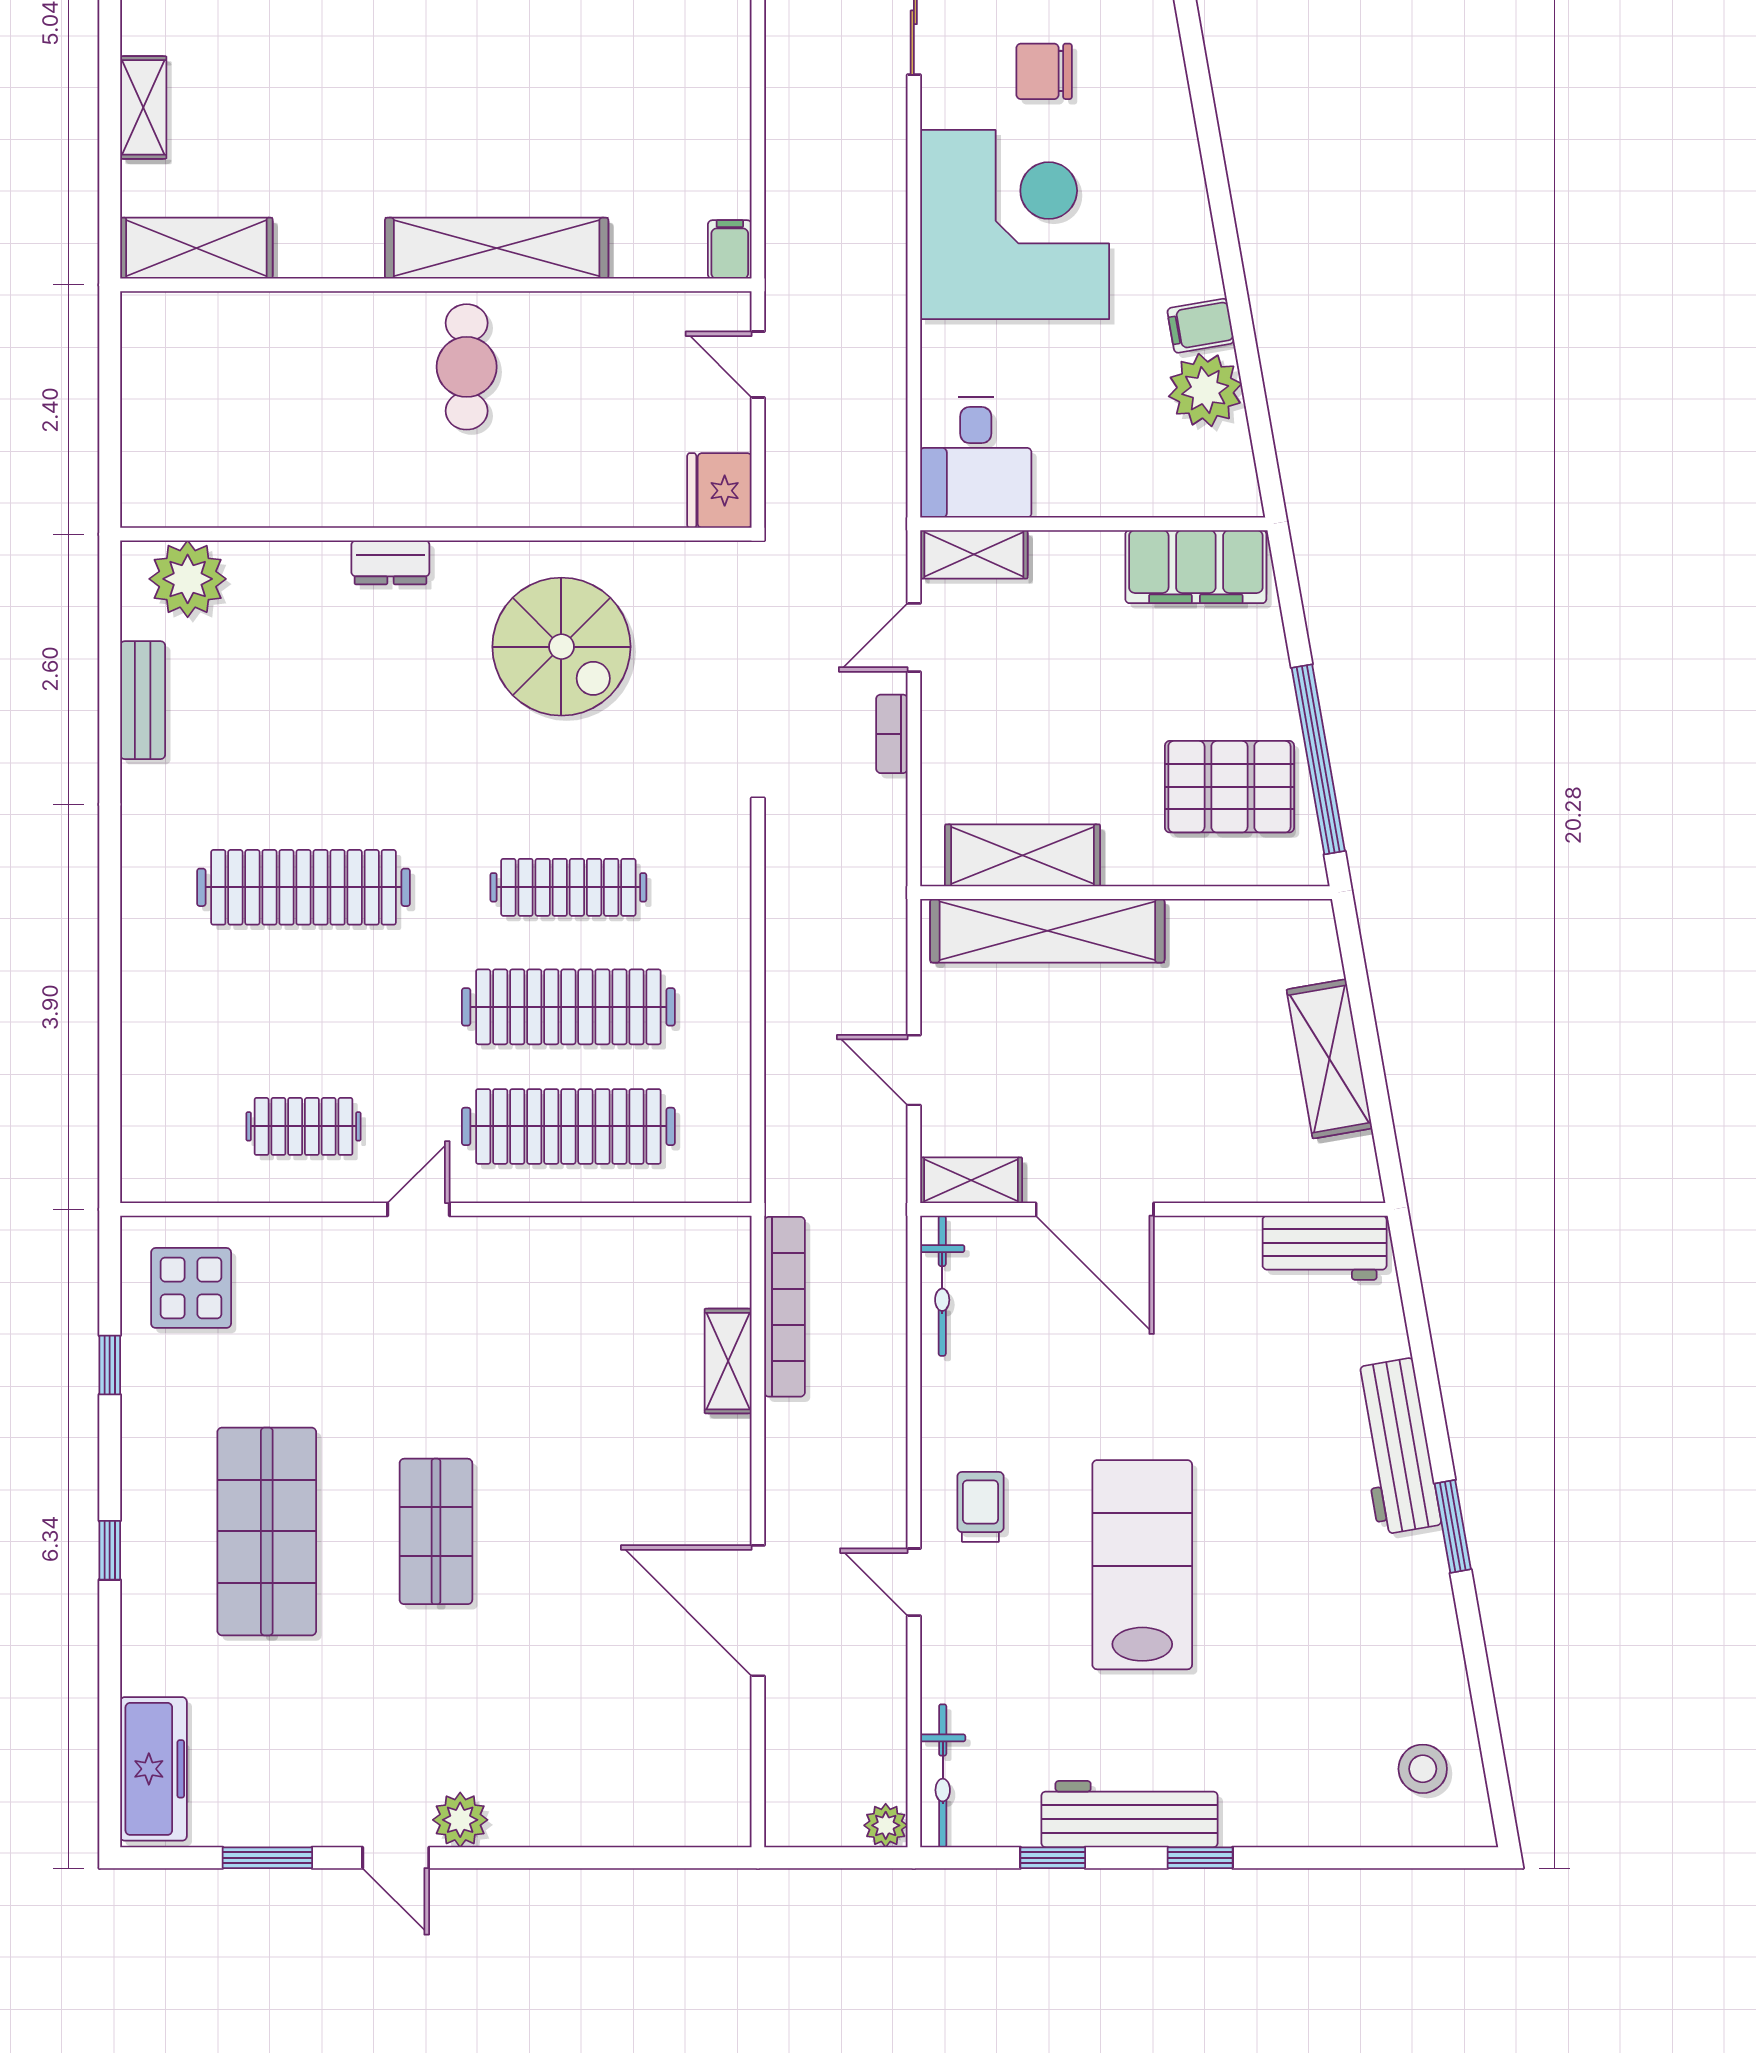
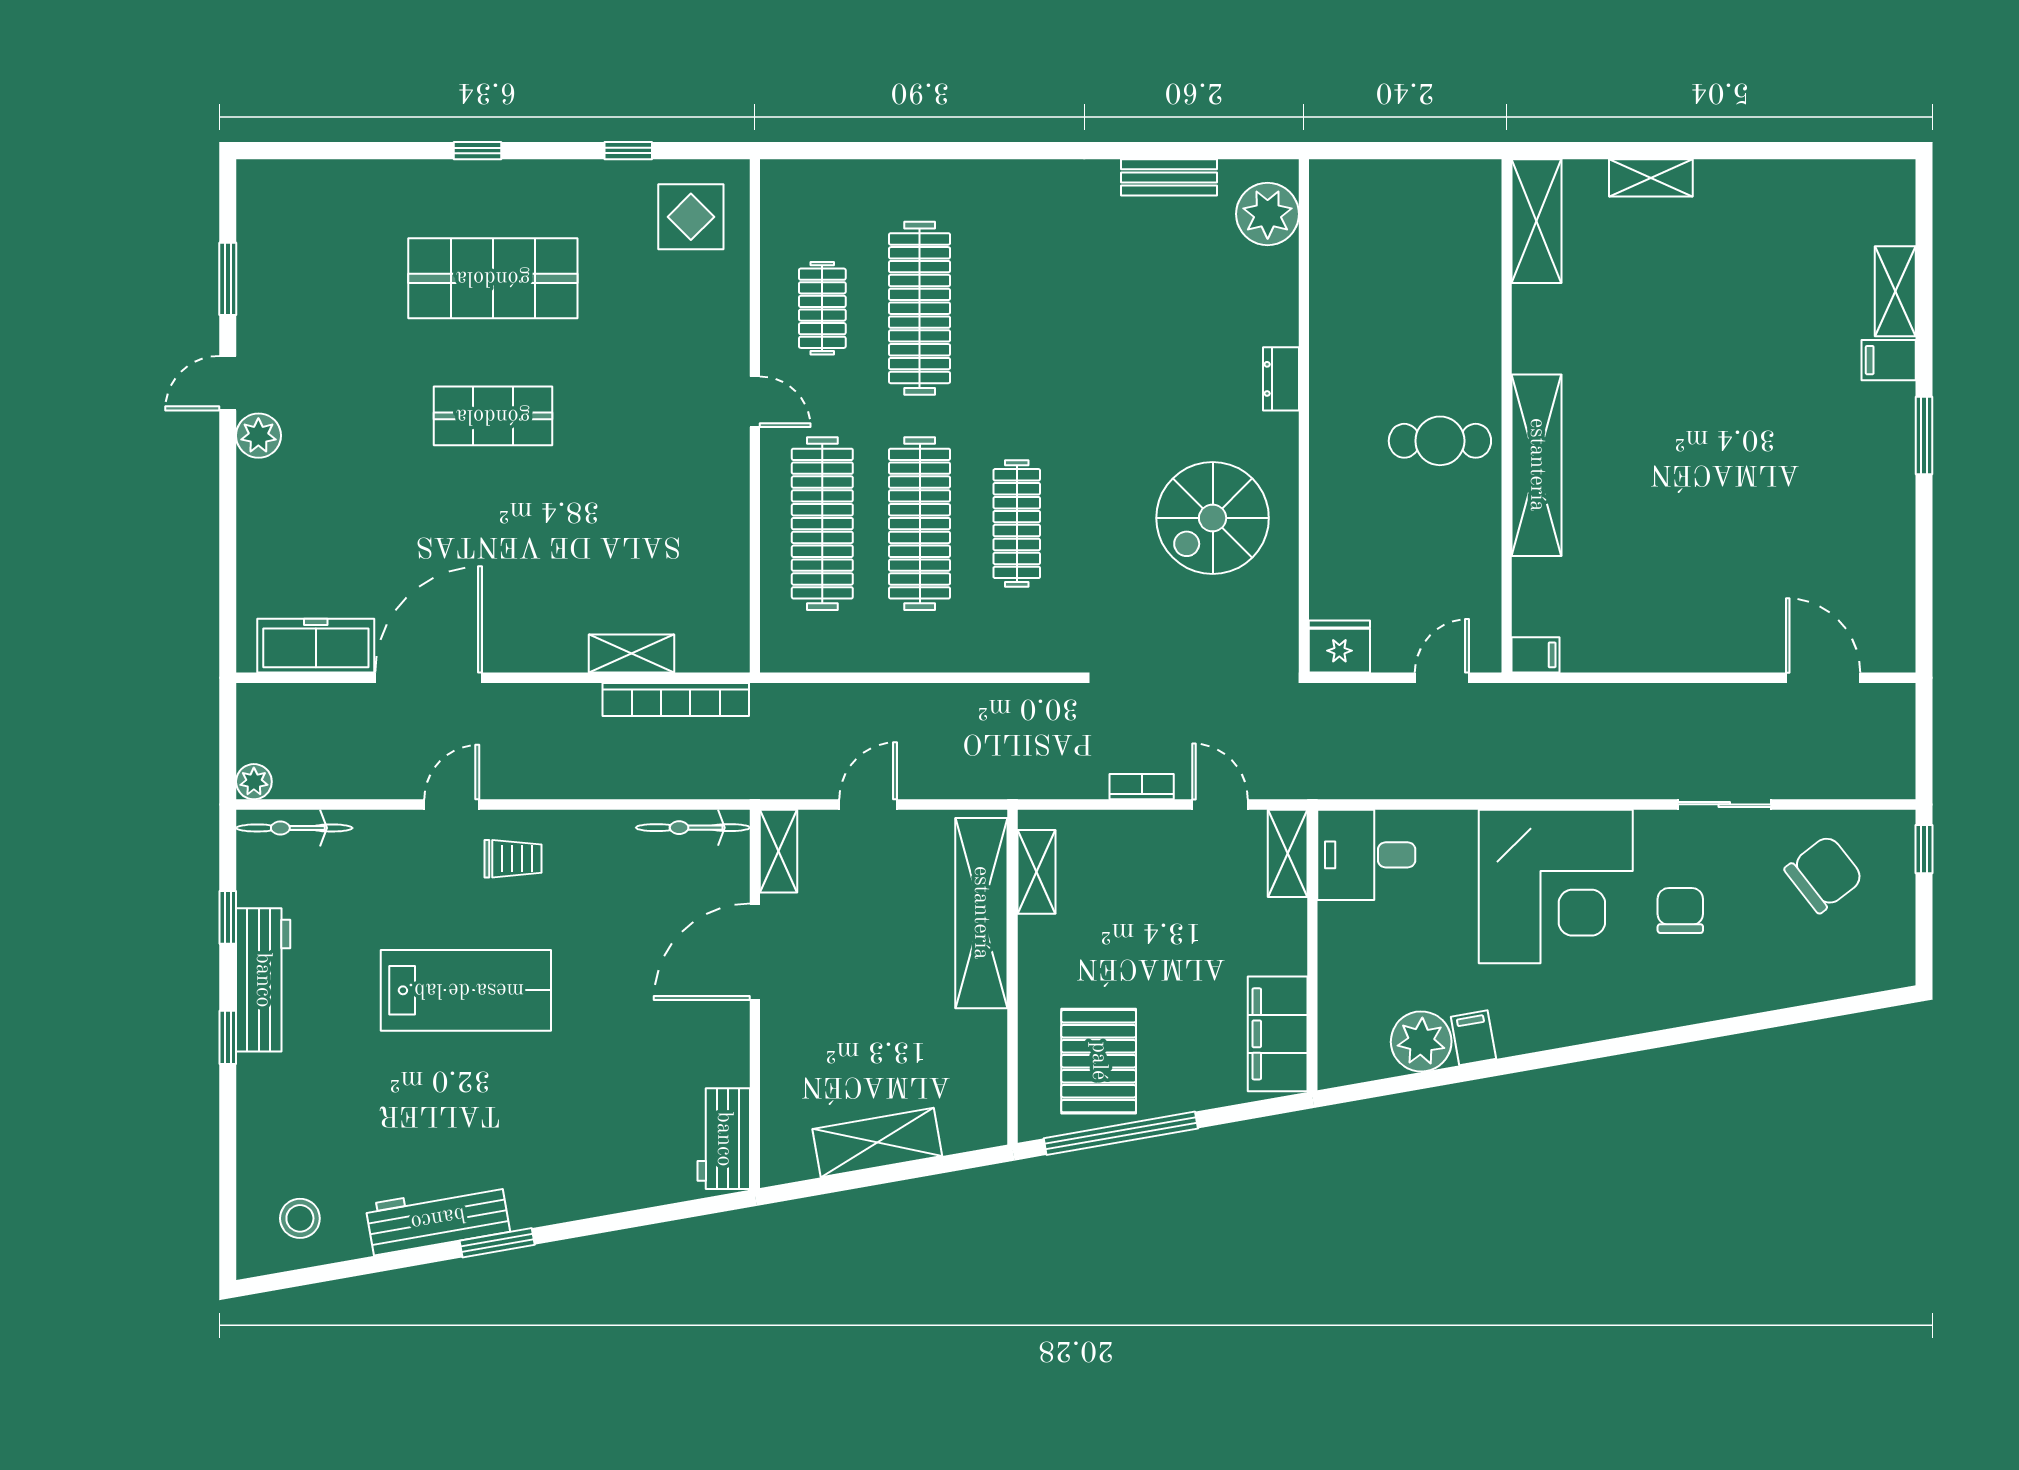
shelving: (1023, 855) -> (1036, 872), width x0.67, depth x0.75
clothes rail: (304, 887) -> (920, 308), moved
workbench: (1396, 1446) -> (438, 1218), moved
freezer: (153, 1769) -> (316, 646), moved, turned 180

